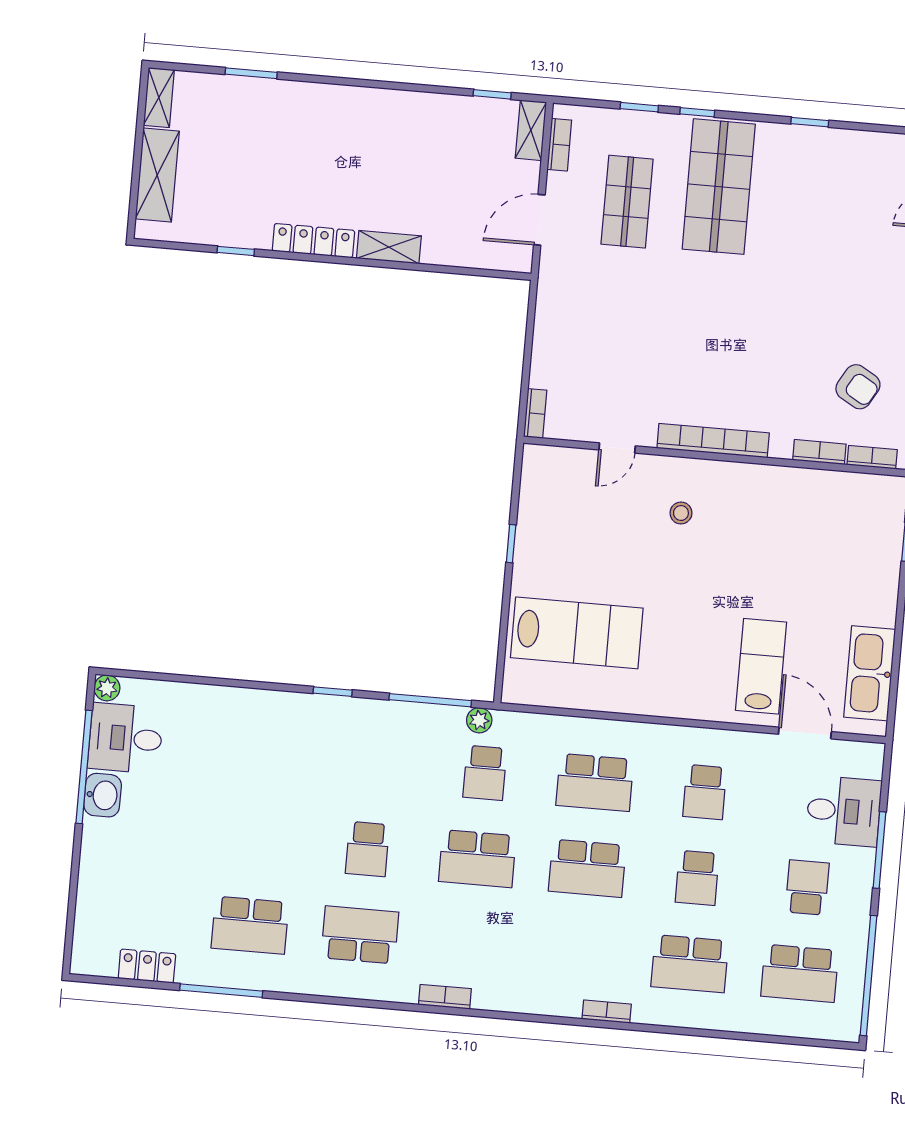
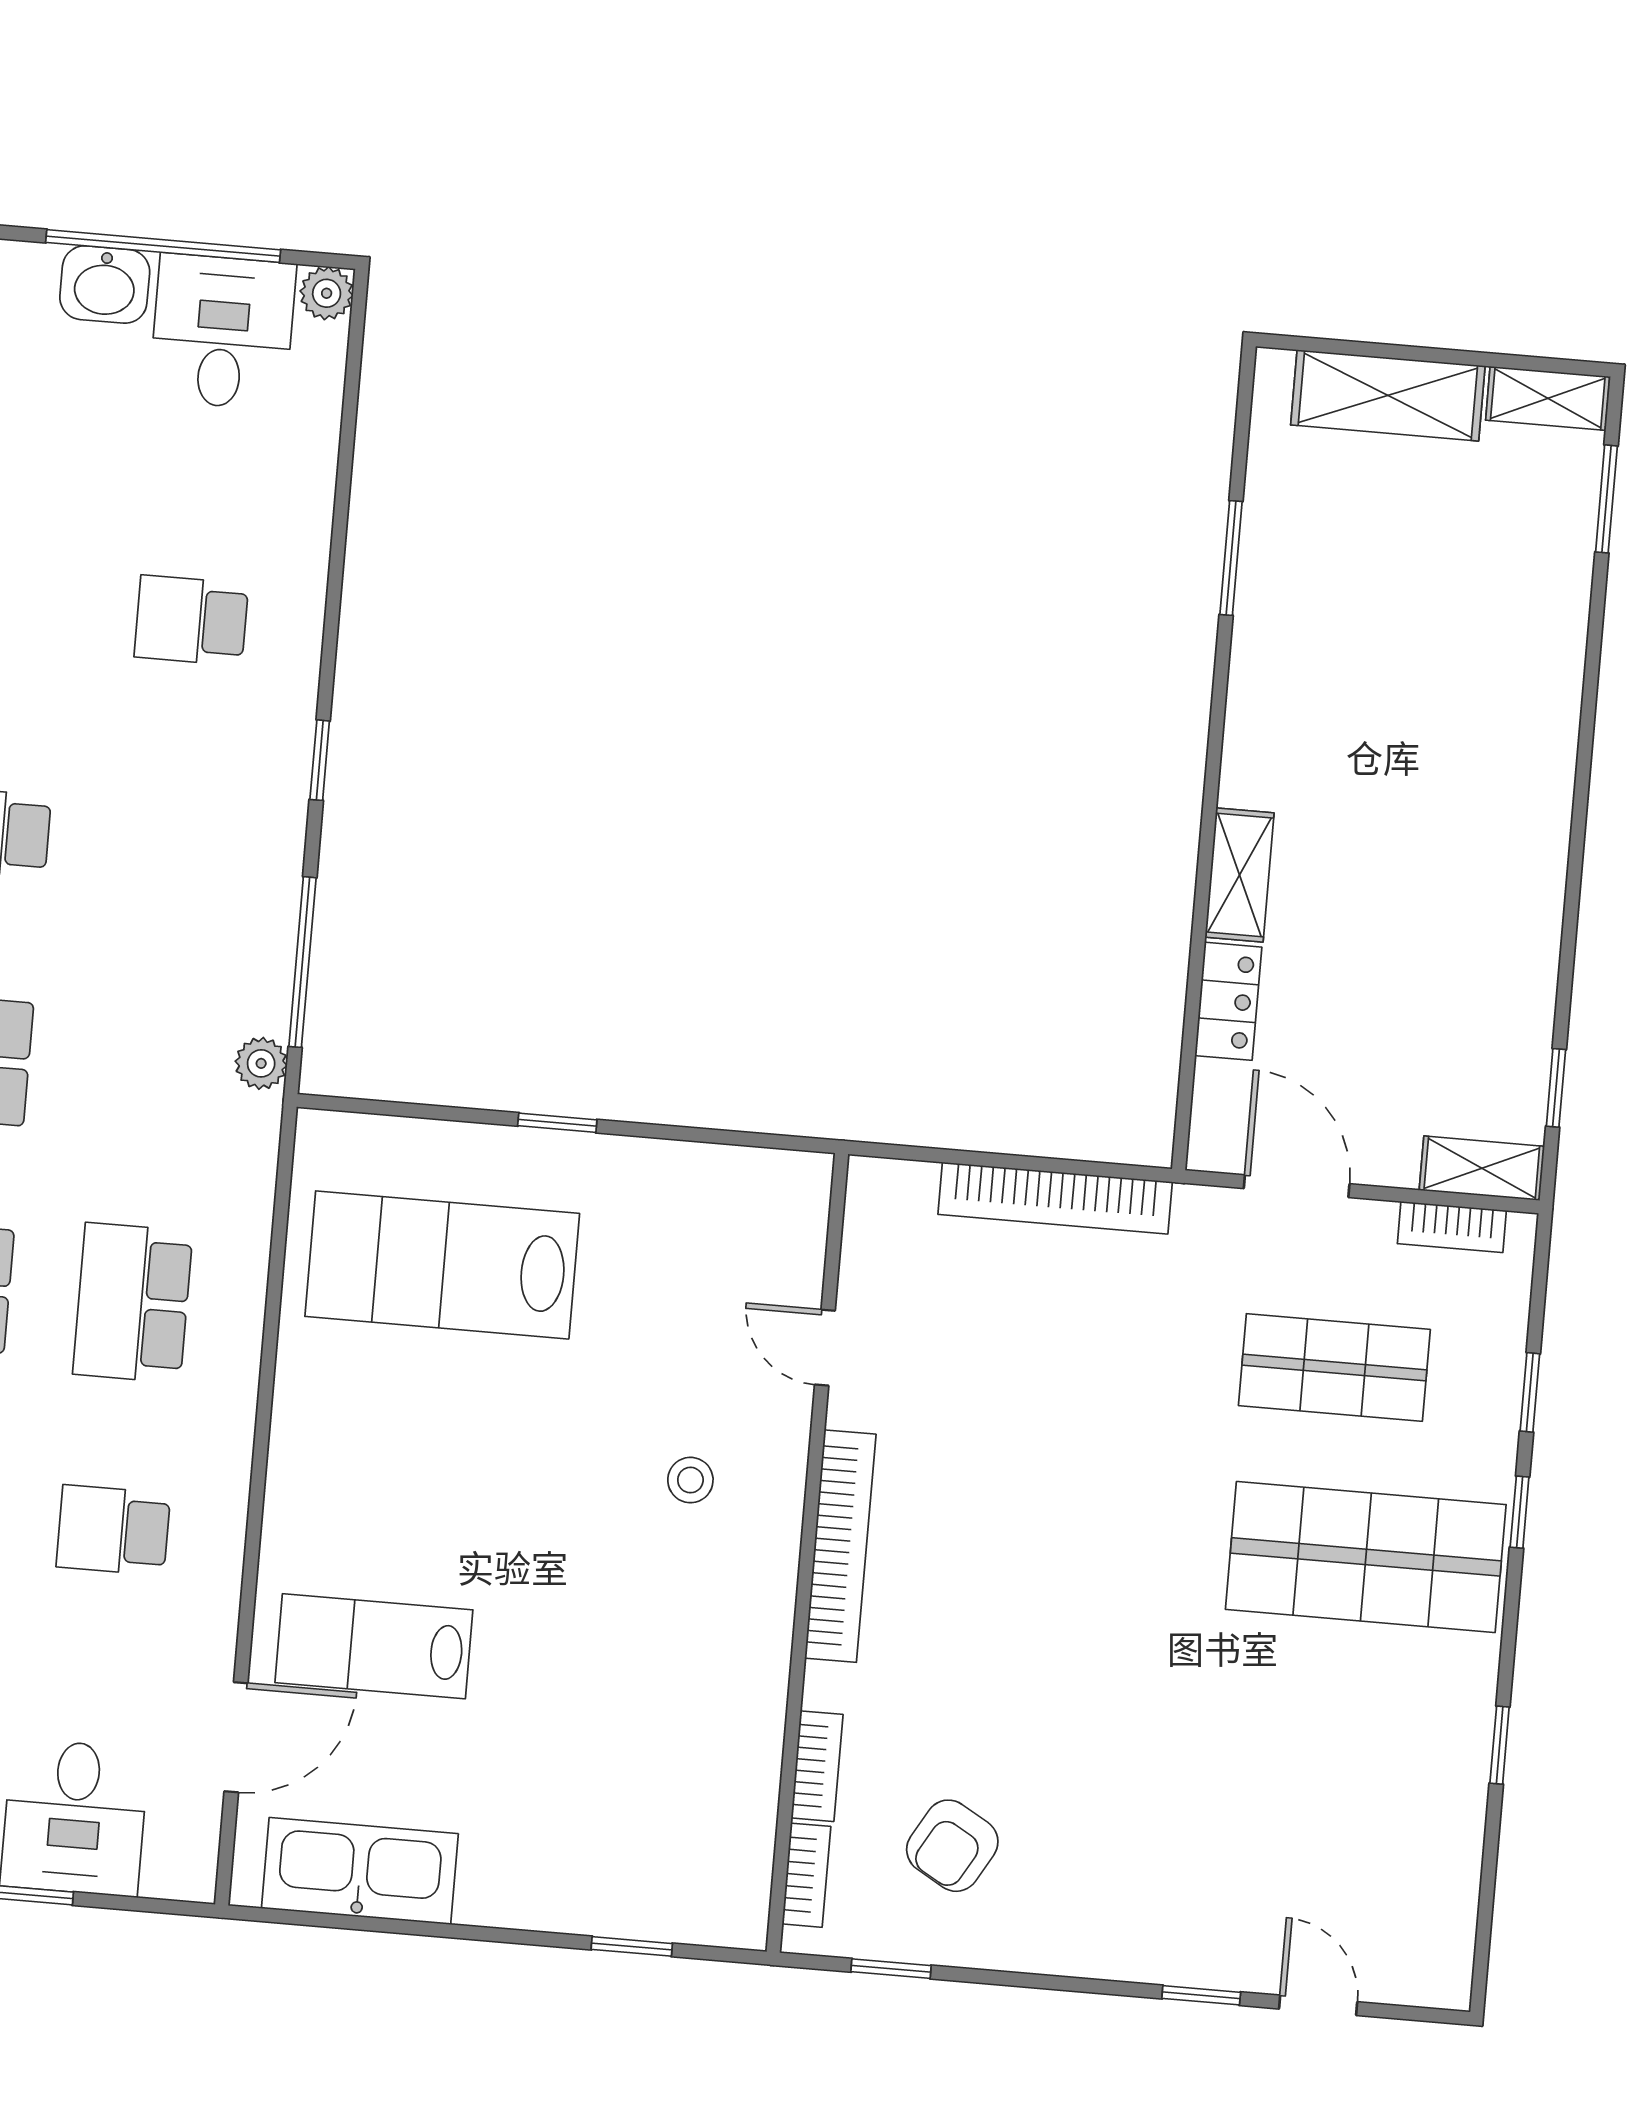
window: (251, 73) -> (1606, 499), moved
locker: (313, 241) -> (1228, 1001), moved, width x0.66
window: (236, 251) -> (1231, 558), width x1.50
bookcase: (535, 413) -> (1055, 1198), moved, width x2.31, depth x1.31
window: (511, 544) -> (557, 1123), moved
lab bench: (577, 633) -> (442, 1265), turned 90
lab bench: (761, 666) -> (374, 1646), turned 180
school desk: (485, 773) -> (191, 620), moved

